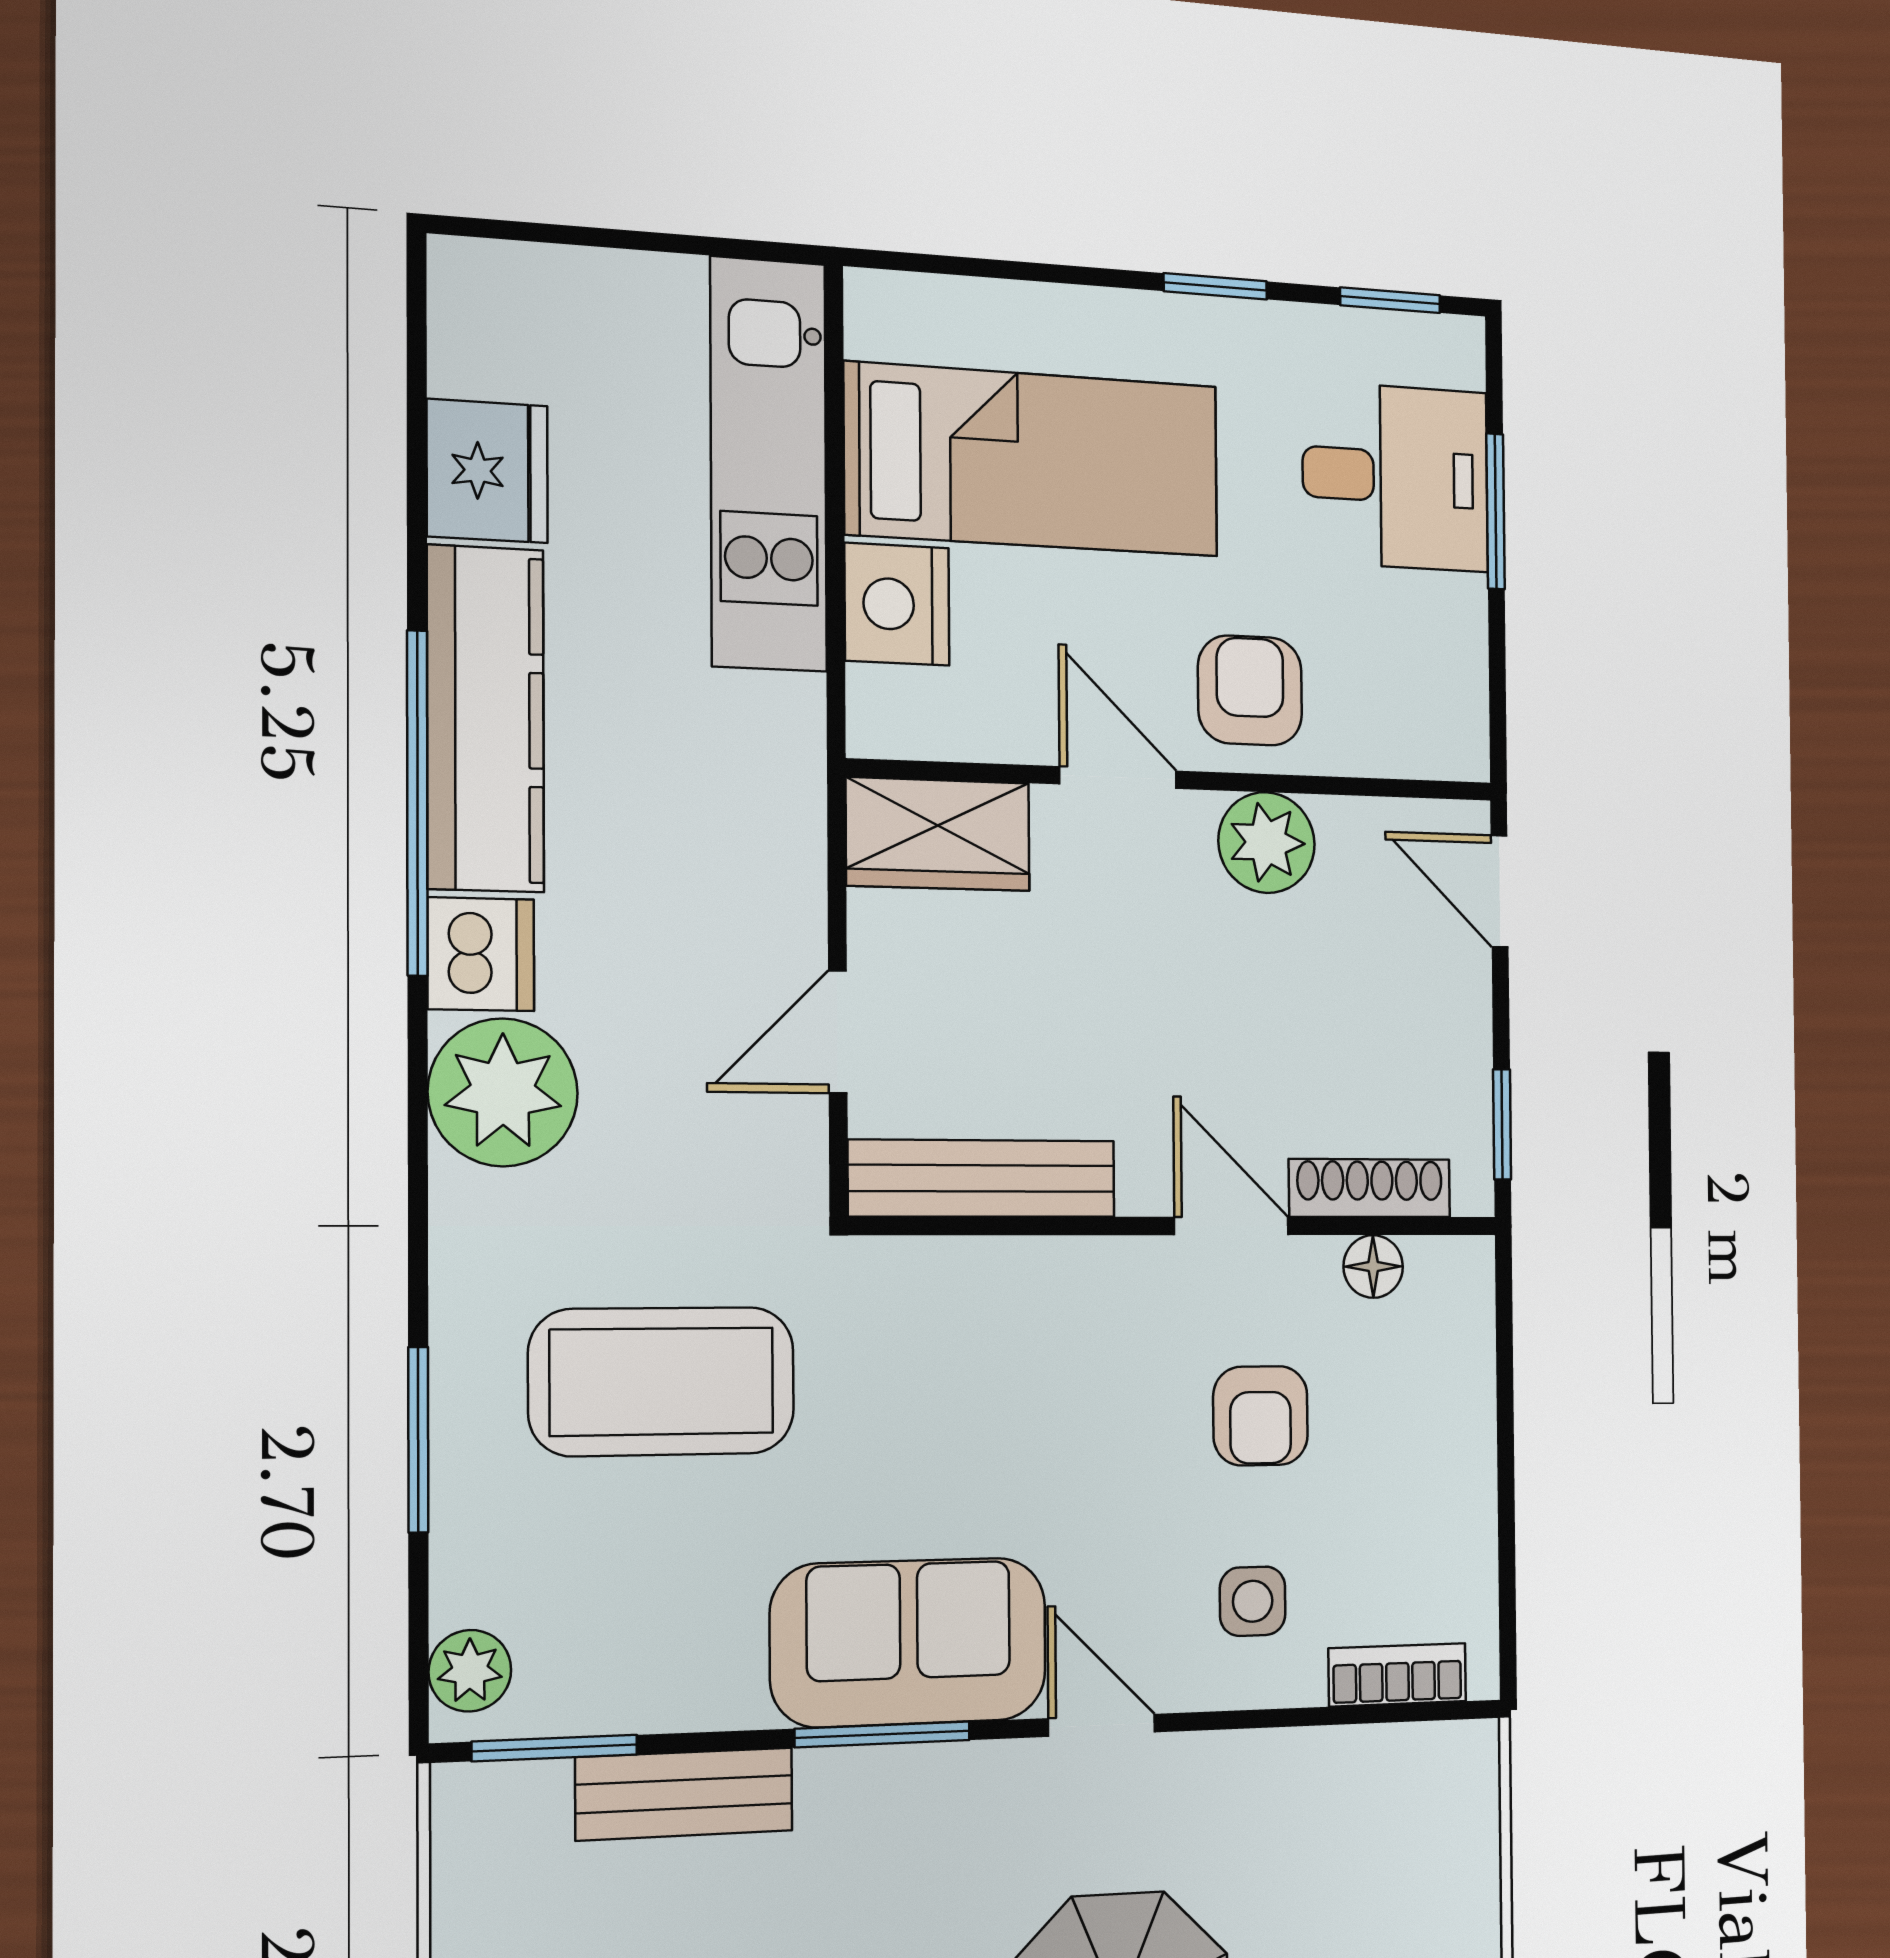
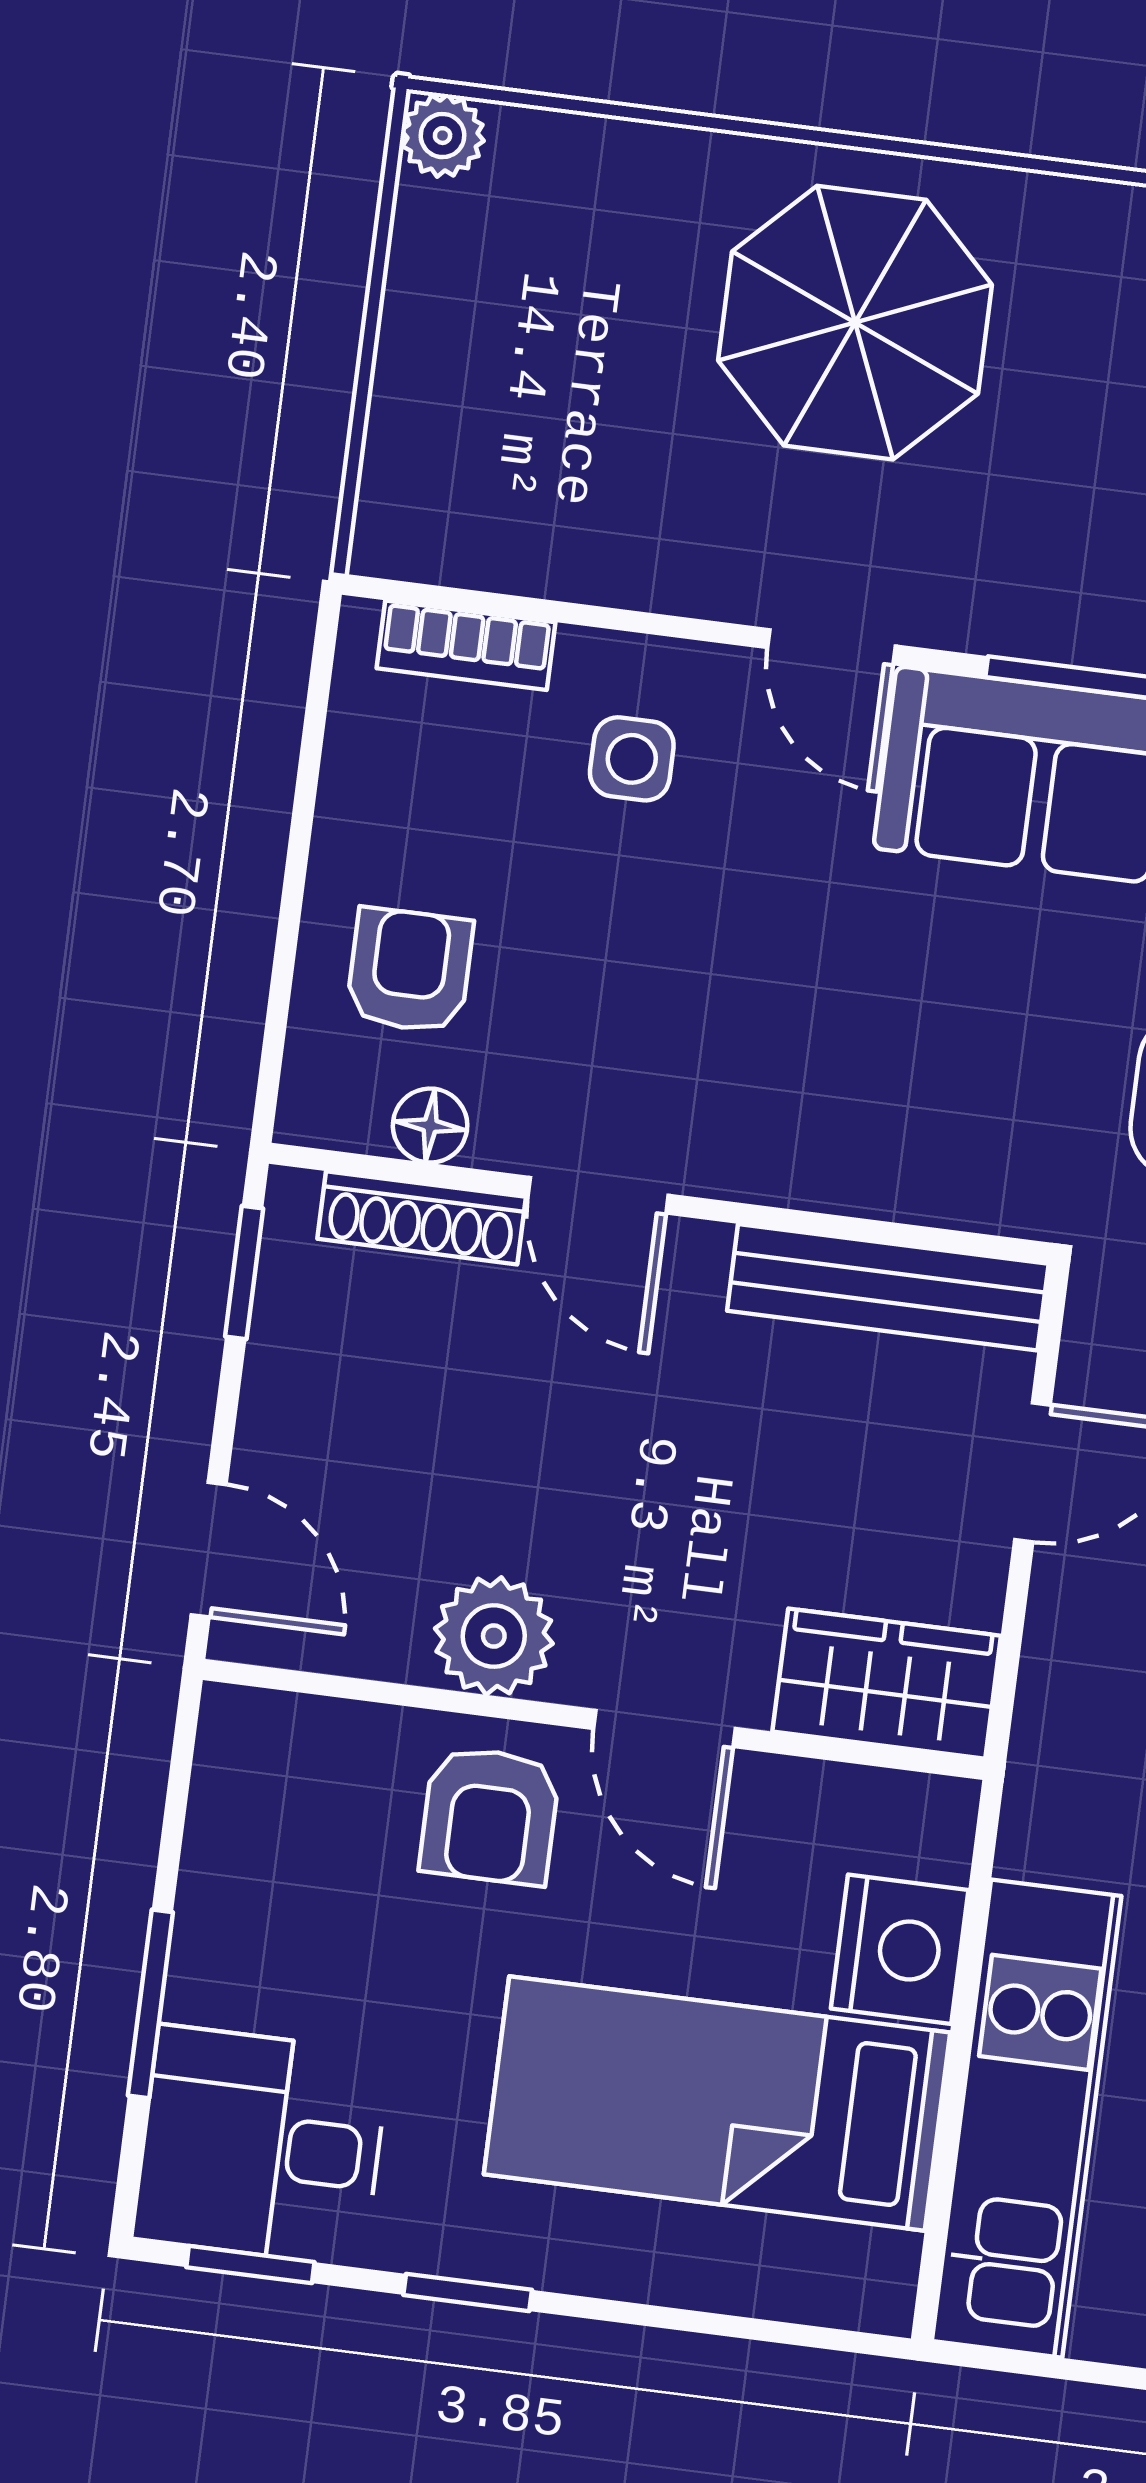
desk: (1396, 477) -> (261, 2146), moved
armchair: (1260, 1416) -> (410, 970), moved

